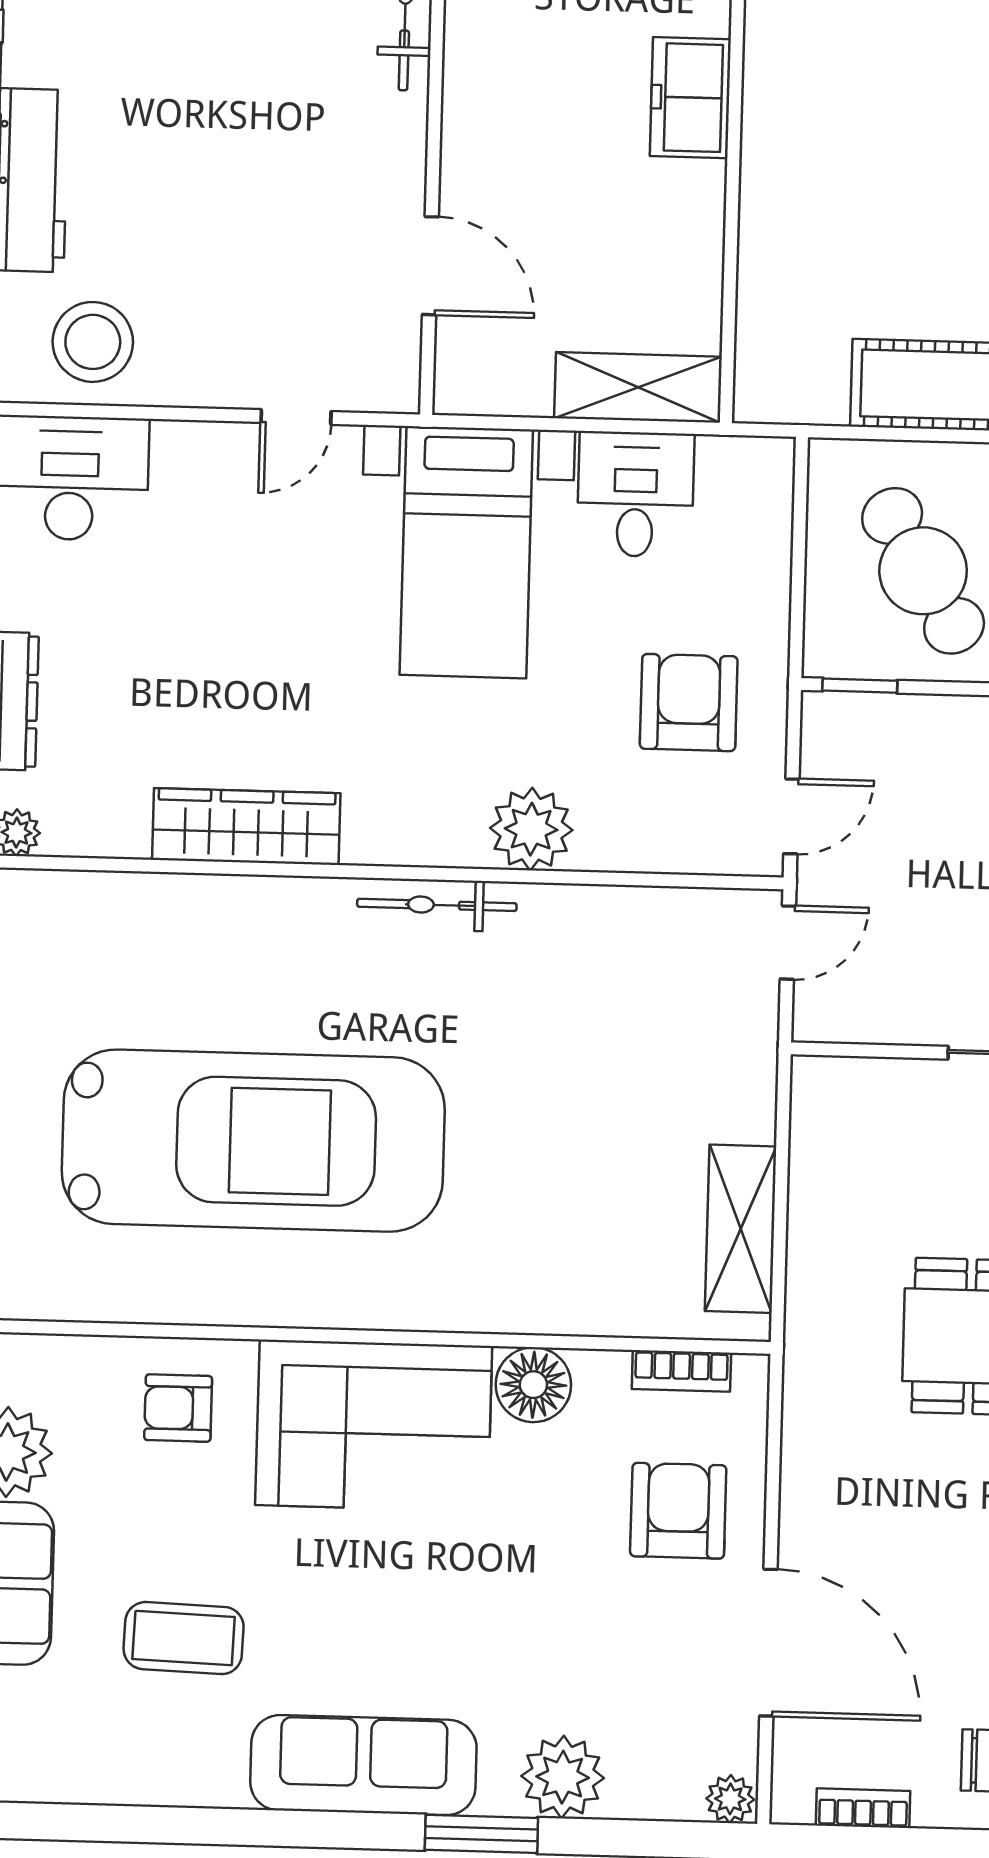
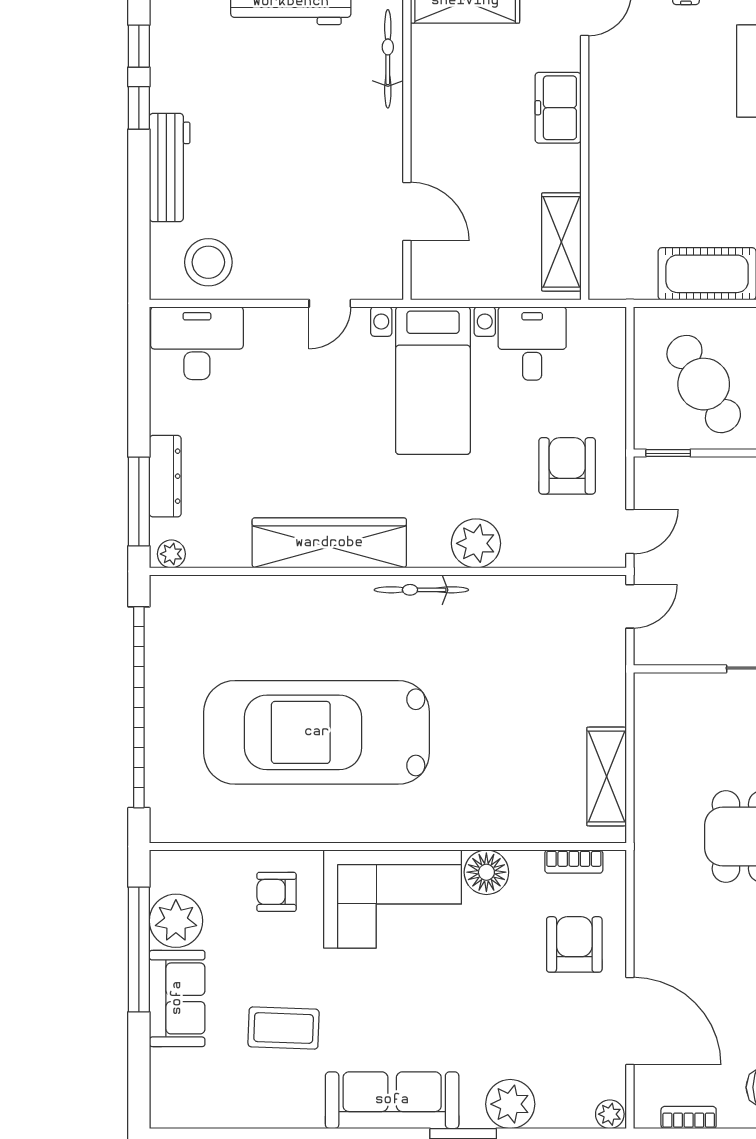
shelving: (638, 387) -> (561, 242), moved, turned 90
wardrobe: (246, 827) -> (329, 543), width x1.40, depth x1.17
car: (253, 1141) -> (317, 732), turned 180

